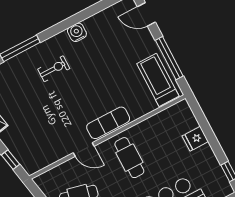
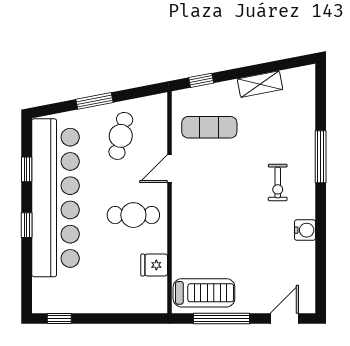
exercise mat: (108, 123) -> (209, 127), moved, turned 90
fridge: (195, 139) -> (154, 265), moved, turned -90

